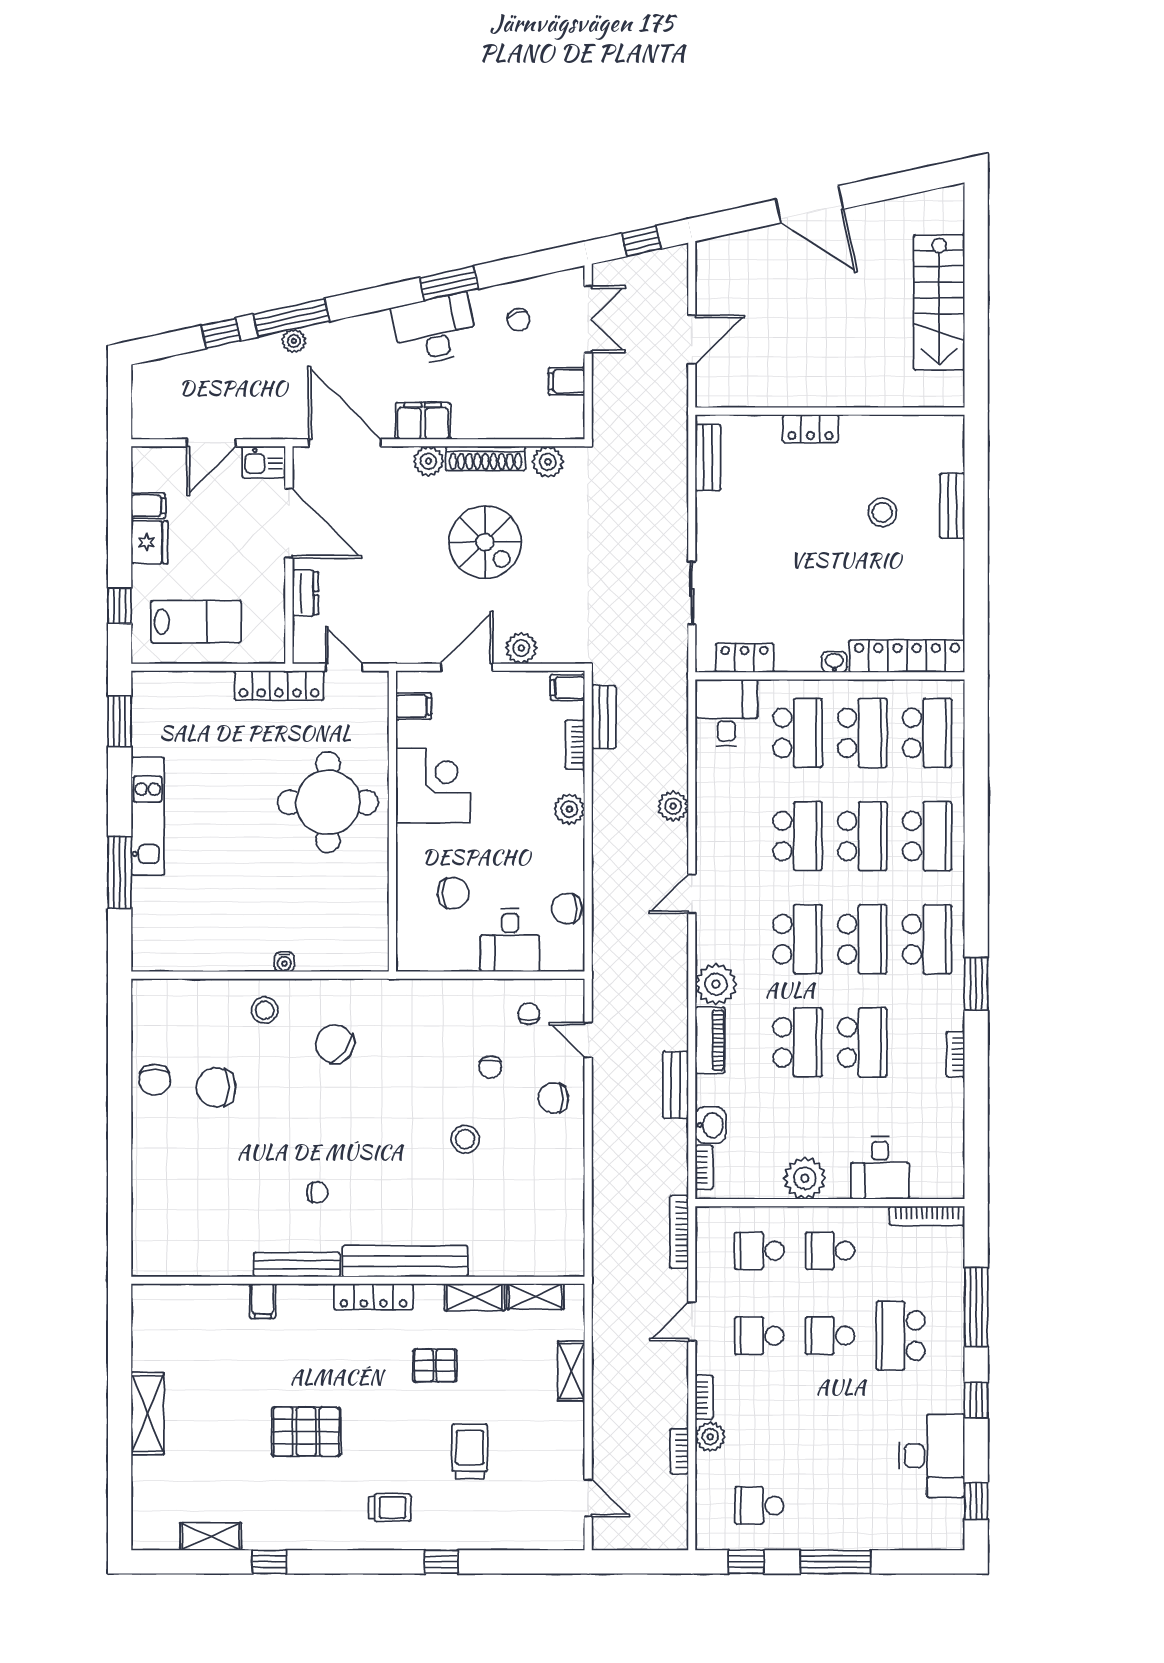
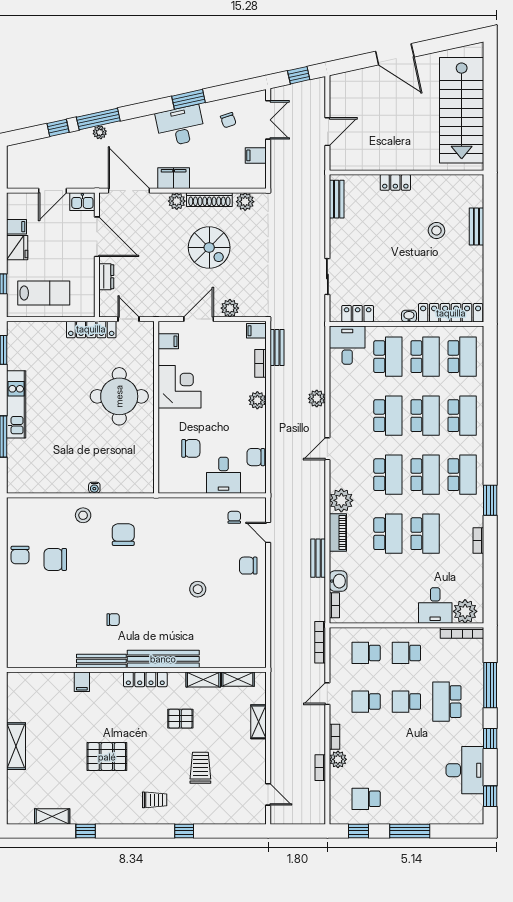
stairs: (939, 302) -> (462, 110), width x1.36, depth x1.51
chair: (335, 1044) -> (123, 535), turned 53
chair: (490, 1067) -> (212, 548), removed
plant: (805, 1178) -> (465, 611), moved

